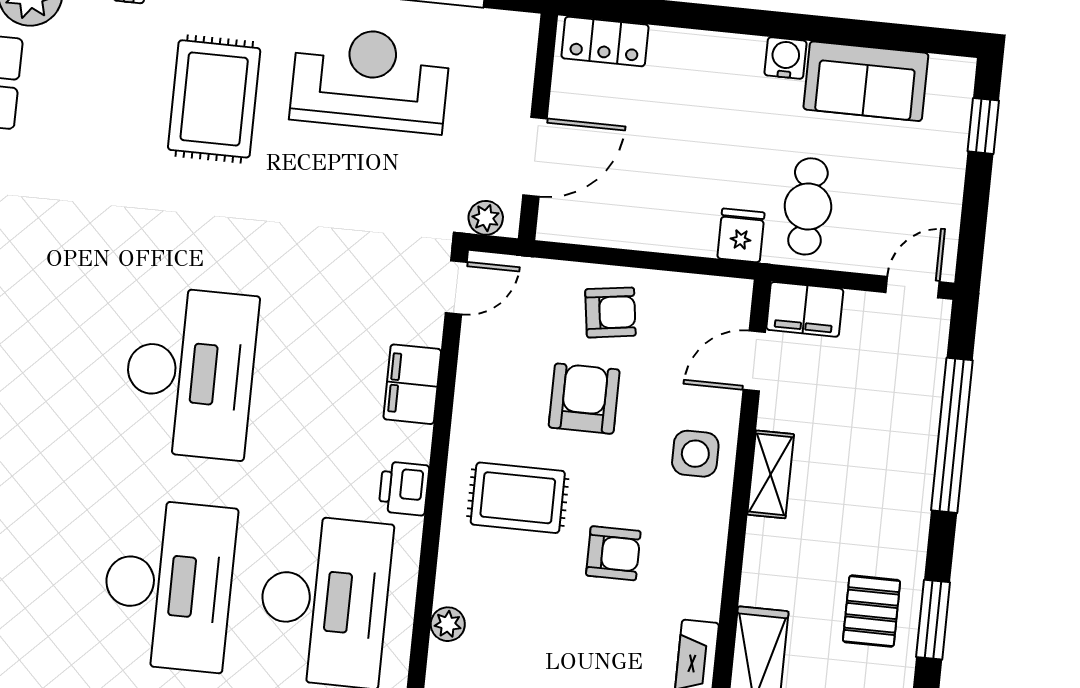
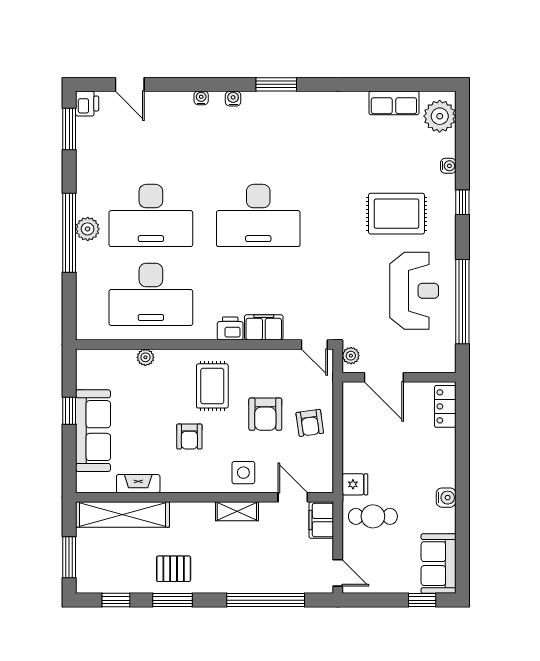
sofa: (866, 81) -> (439, 564), moved
armchair: (584, 399) -> (265, 414), turned 90
printer: (404, 488) -> (230, 328), moved

